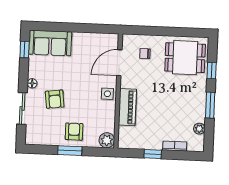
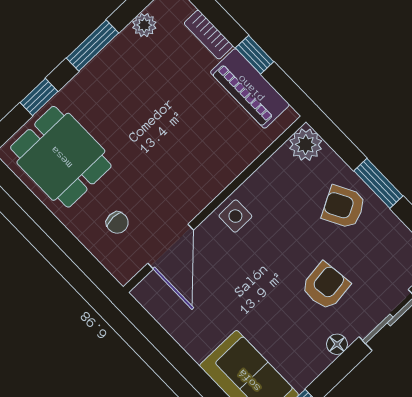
door: (119, 63) -> (171, 247), hinge flipped
piano: (127, 107) -> (250, 88), moved, turned -90
armchair: (74, 132) -> (344, 207), turned 62

